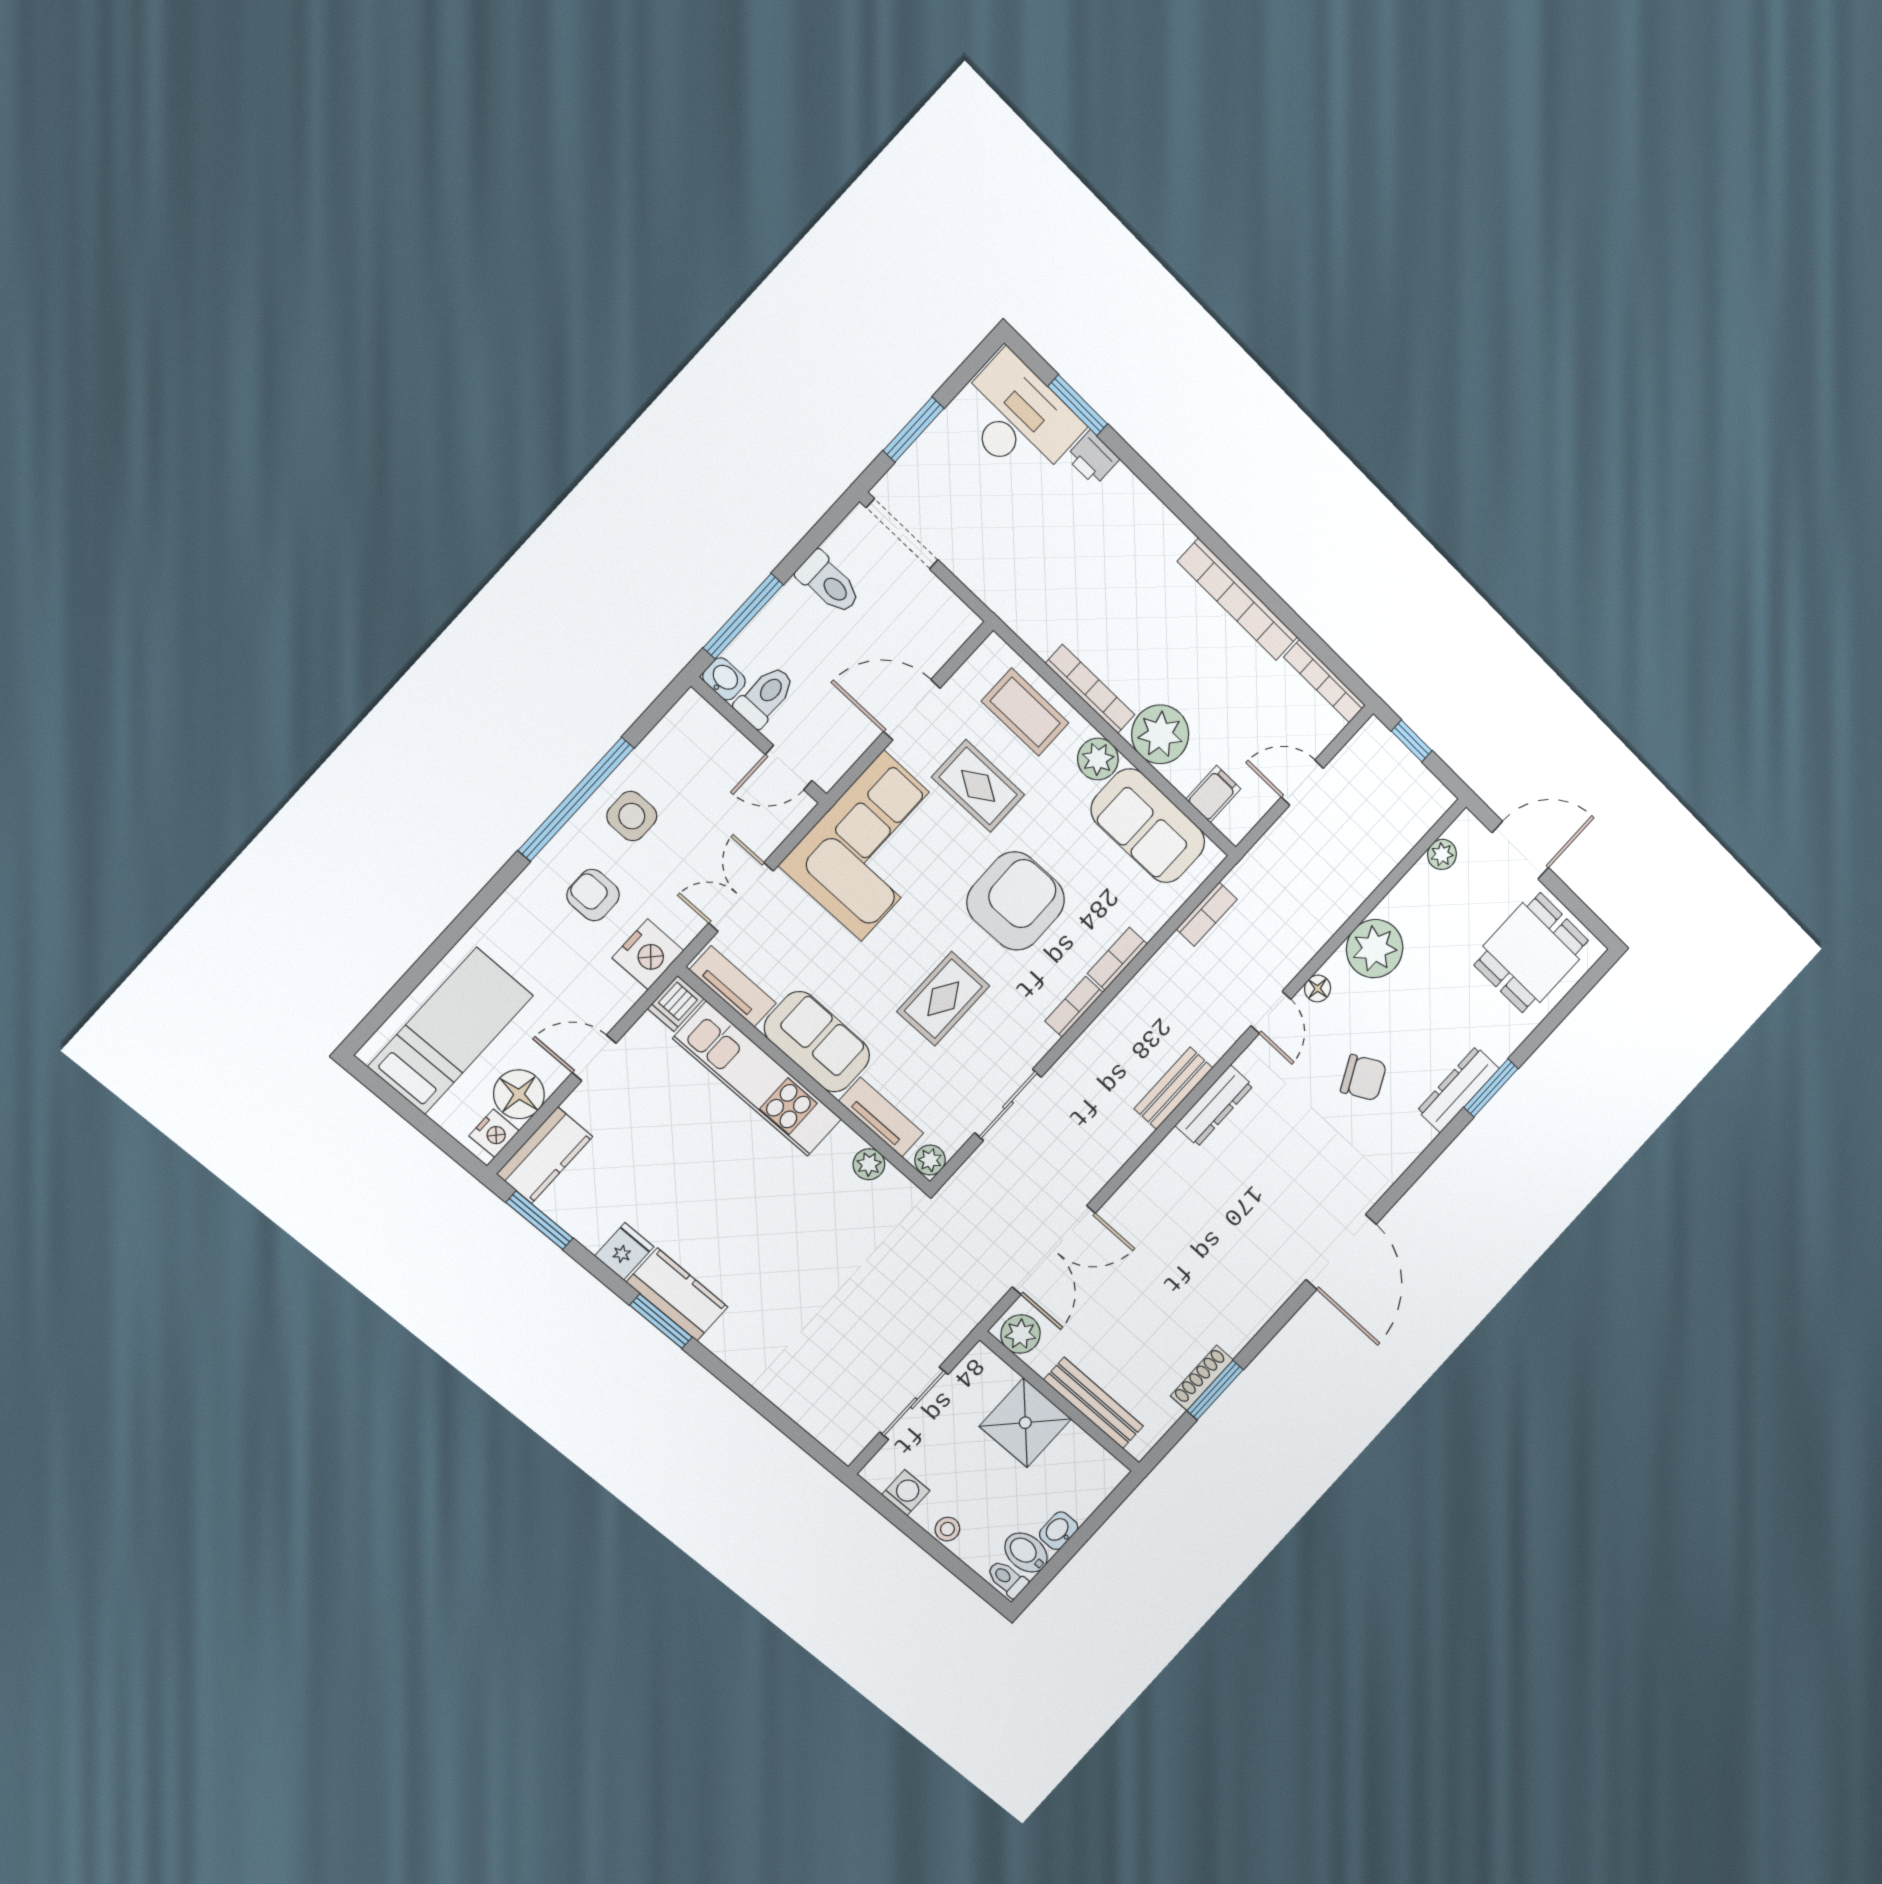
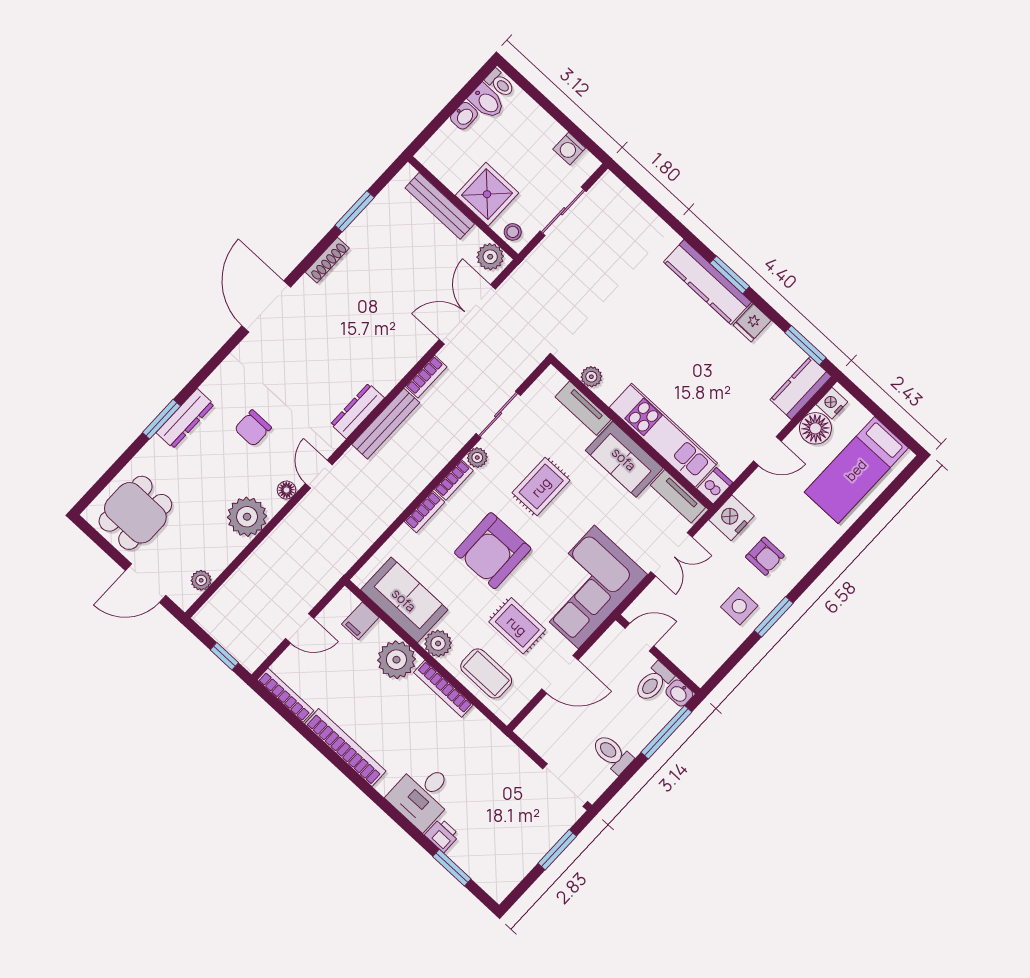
desk: (1018, 419) -> (423, 795), moved, width x0.73
window: (576, 799) -> (774, 617), width x0.47
bookcase: (1207, 914) -> (426, 377), moved, turned 180
chair: (1364, 1078) -> (253, 428), turned -62
bench: (1173, 1088) -> (386, 424), width x1.36
plant: (930, 1160) -> (477, 458), moved
kitchen counter: (677, 1295) -> (707, 282), width x1.50
shoe rack: (1202, 1378) -> (327, 260), moved
stool: (947, 1529) -> (513, 232), moved

